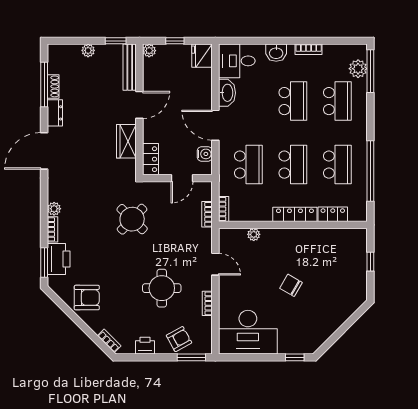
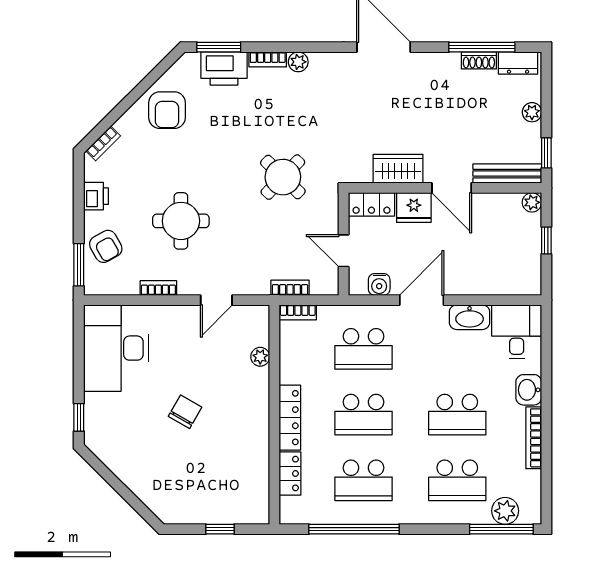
bookcase: (309, 49) -> (534, 438), width x1.56
fridge: (202, 56) -> (414, 208), moved, turned 180
dresser: (55, 113) -> (518, 63), moved

